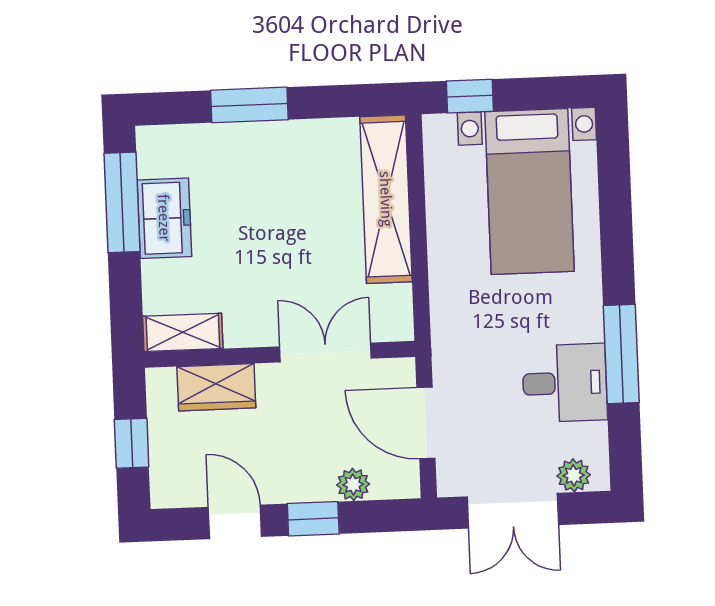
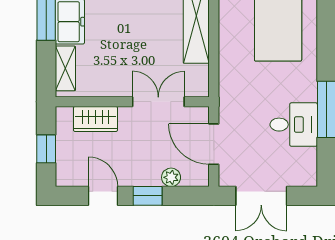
shelving: (183, 332) -> (65, 68), moved, turned 90
plant: (574, 475) -> (297, 177), removed

